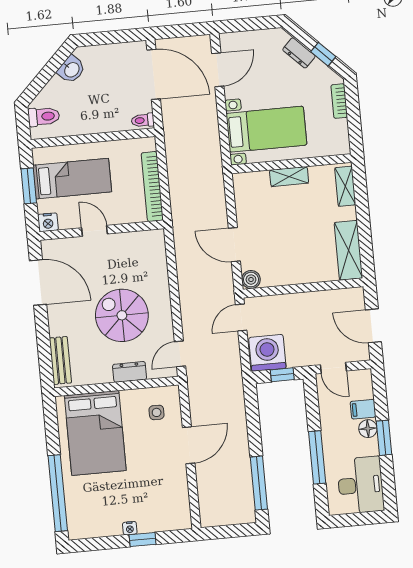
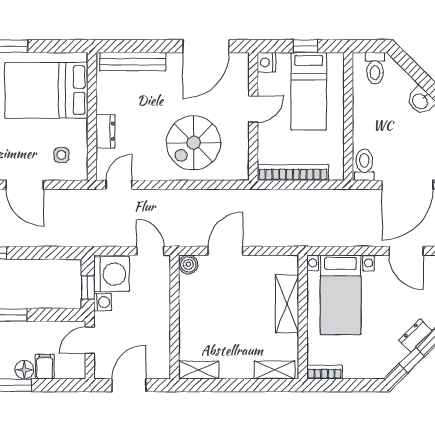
bookcase: (339, 101) -> (324, 372), moved
toilet: (143, 120) -> (364, 165), width x1.37, depth x1.39
shelving: (289, 177) -> (287, 304), width x1.50, depth x1.33
window: (29, 186) -> (306, 46), width x0.67
shelving: (348, 250) -> (199, 370), width x0.67, depth x0.75
spiral stairs: (122, 315) -> (194, 143), moved, turned 180
door: (180, 354) -> (119, 185), hinge flipped
washing machine: (295, 359) -> (103, 302), added
bench: (60, 360) -> (133, 62), width x1.36

